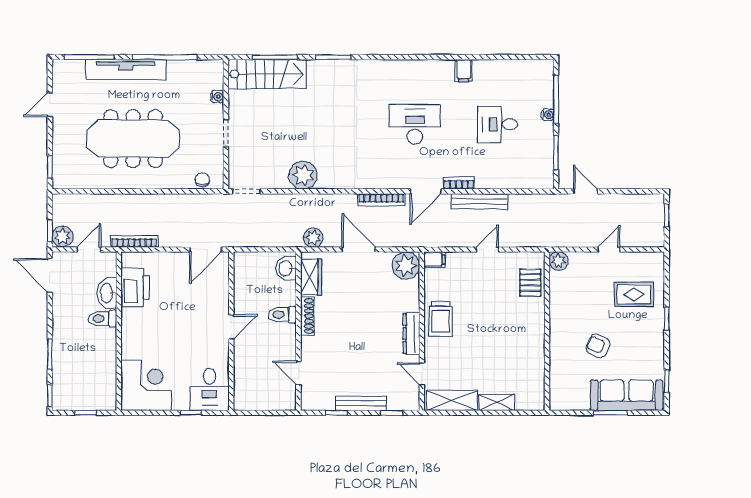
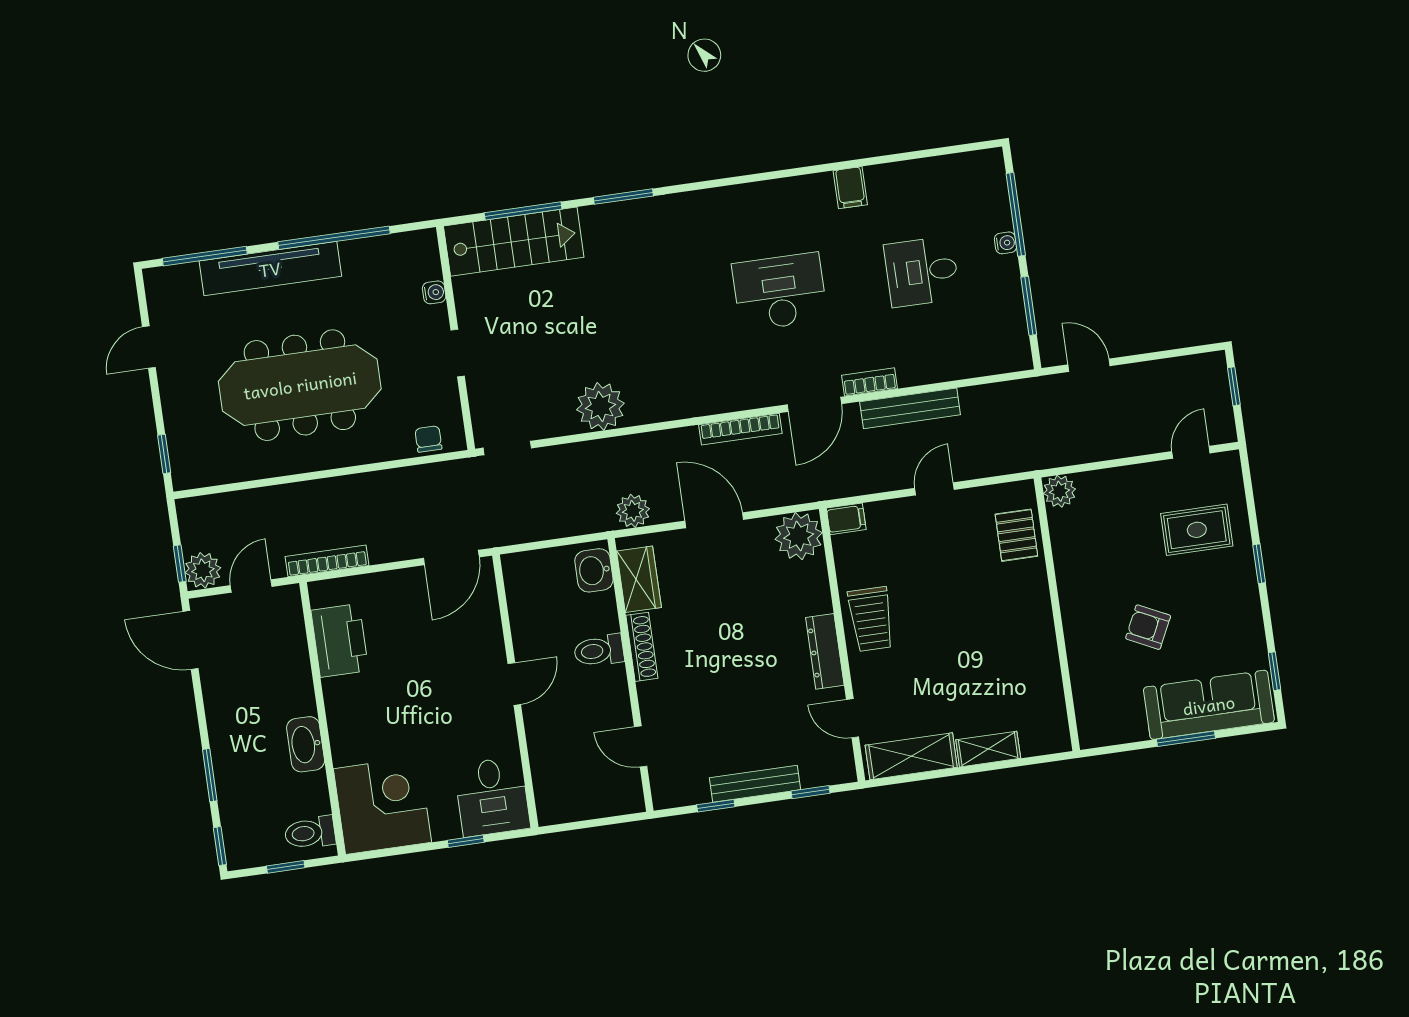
door: (609, 249) -> (1191, 452), moved
washbasin: (107, 293) -> (306, 744), moved
toilet: (102, 319) -> (310, 833), moved

